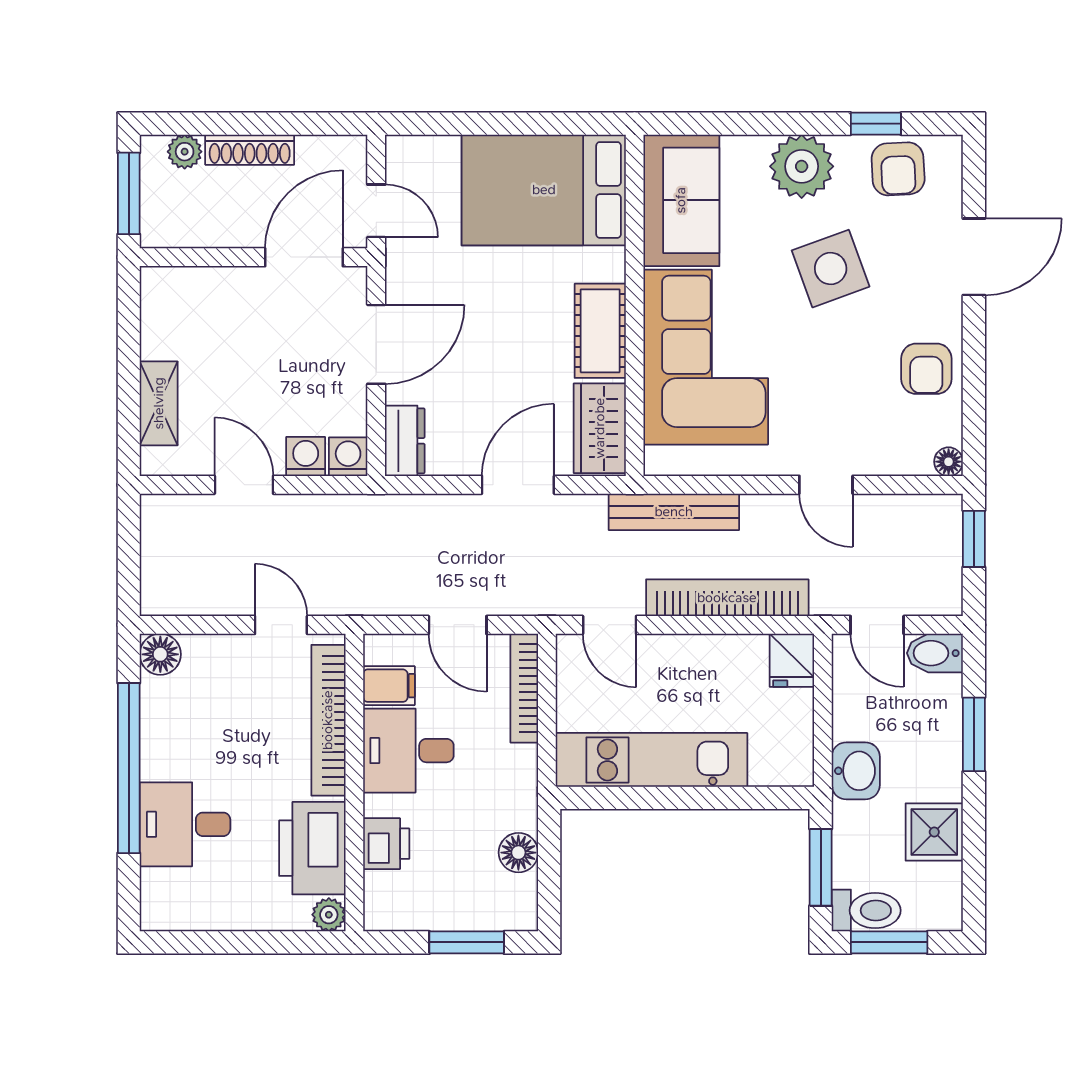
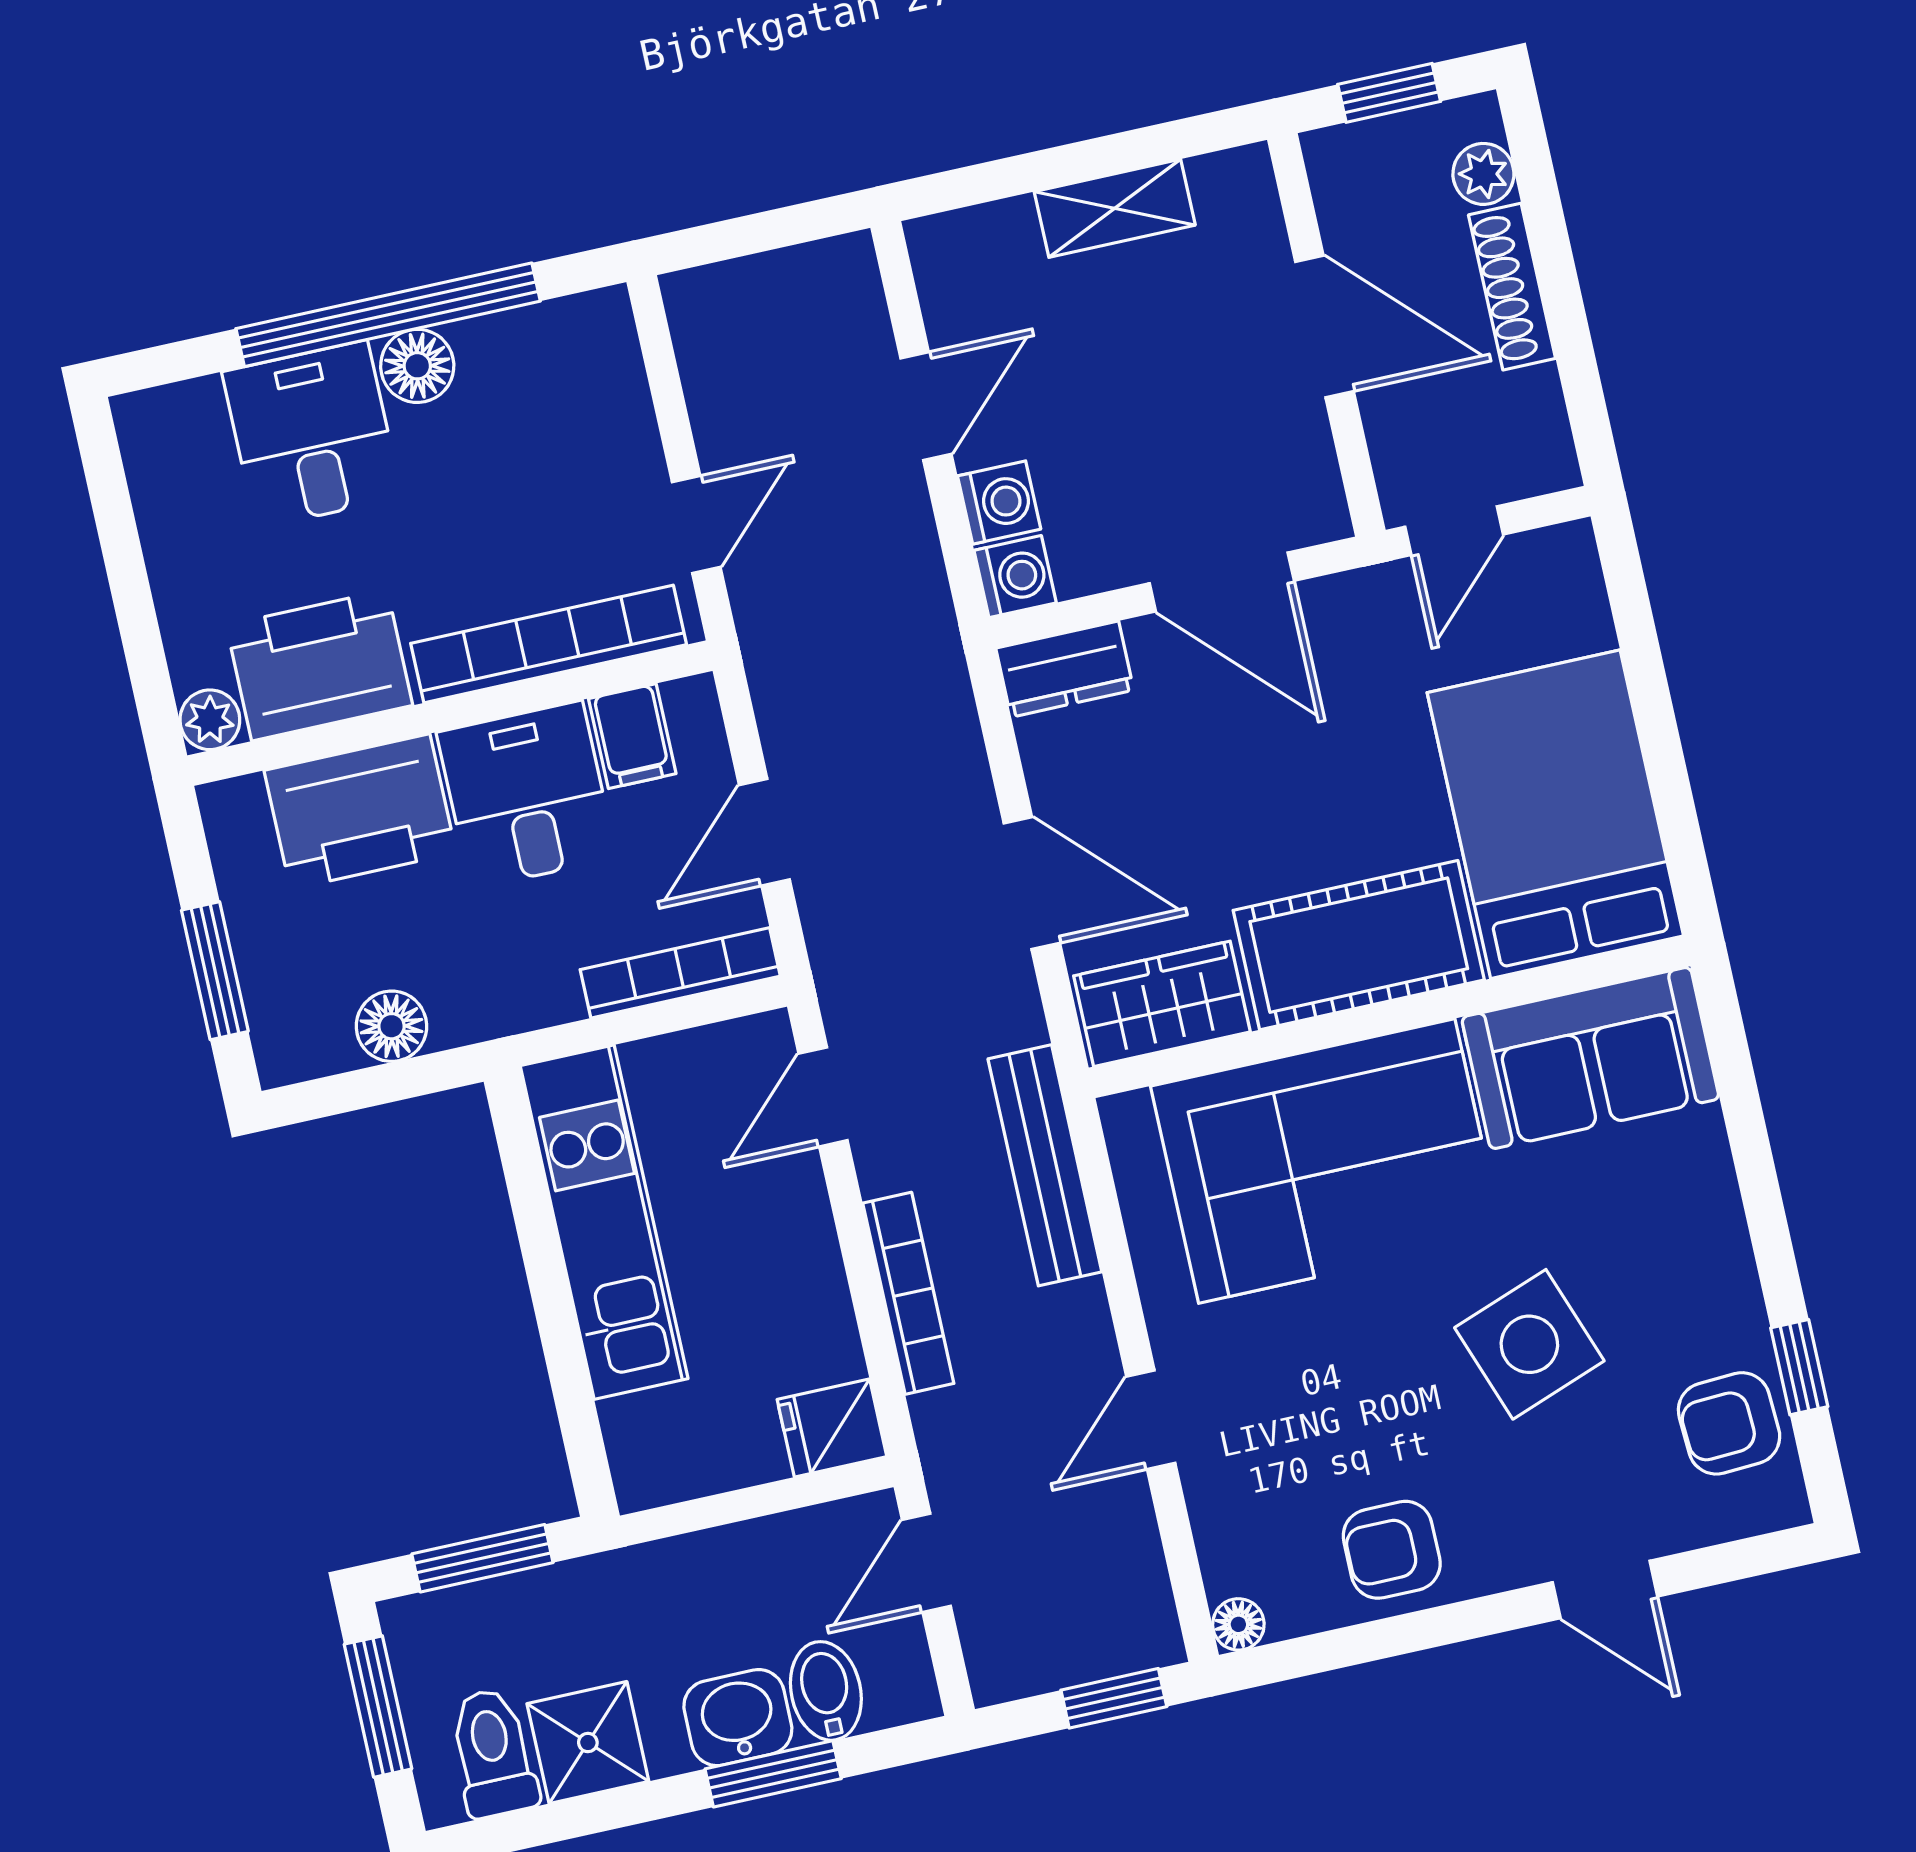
plant: (802, 166) -> (1696, 1254), removed
window: (129, 193) -> (1389, 93), width x0.67
door: (304, 257) -> (1324, 326), moved
door: (974, 257) -> (1605, 1589), width x0.73
cot: (600, 331) -> (1359, 945), width x1.37, depth x1.34
shelving: (159, 403) -> (1115, 208), moved
bookcase: (727, 598) -> (908, 1293), width x0.68, depth x0.76
bidet: (935, 653) -> (826, 1691), moved
floor lamp: (160, 654) -> (417, 366), moved
washbasin: (856, 771) -> (738, 1718), moved, turned 180
printer: (386, 844) -> (360, 812), width x1.87, depth x1.48
toilet: (866, 910) -> (493, 1753), moved, turned 180

